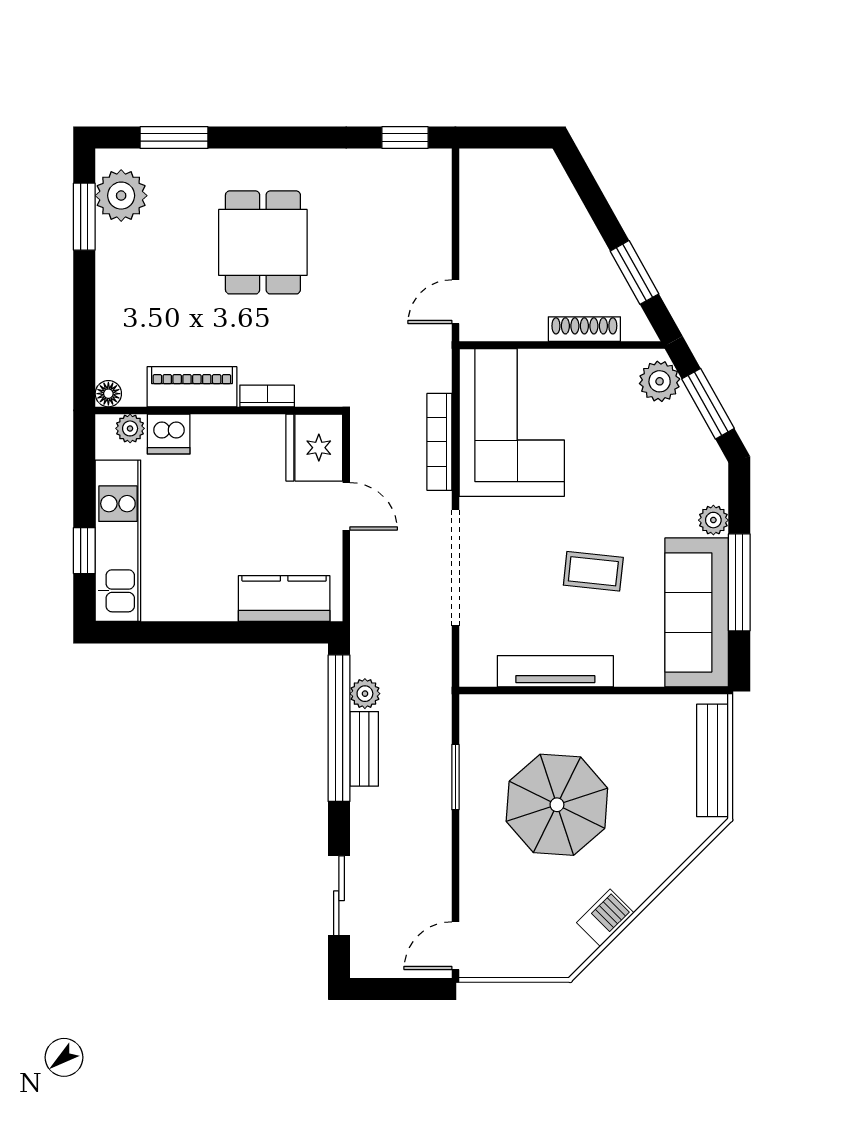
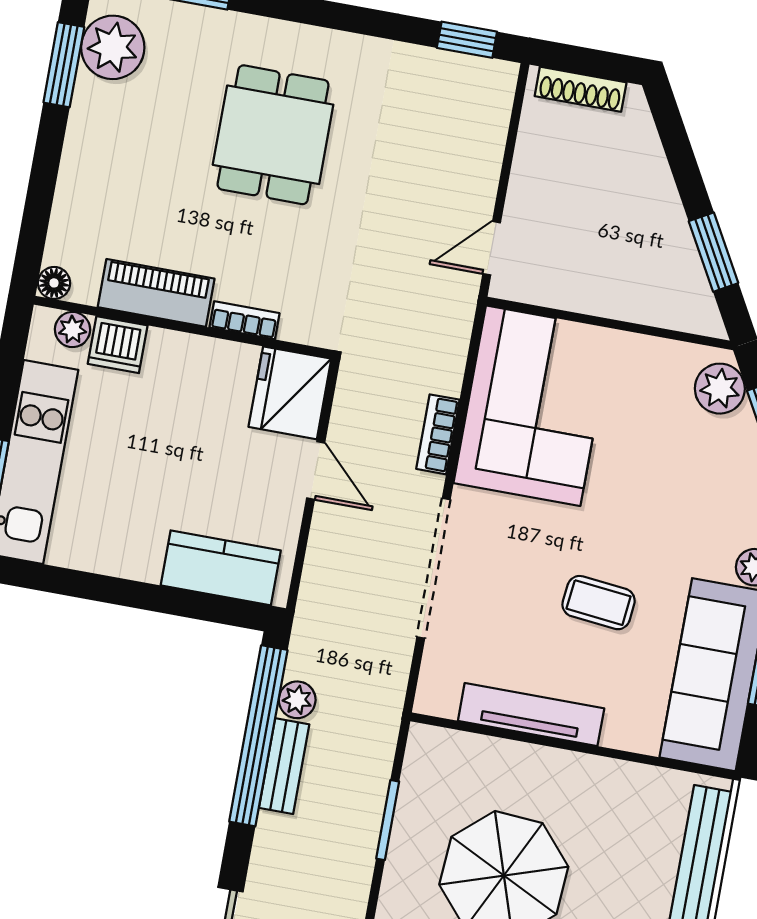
shoe rack: (584, 329) -> (581, 89), moved, turned 180
bookcase: (439, 442) -> (438, 434), width x0.64

